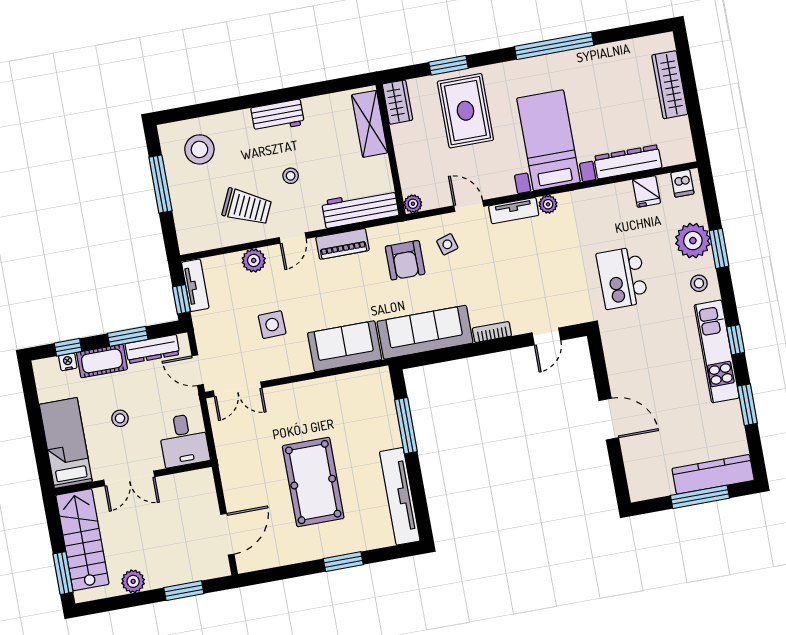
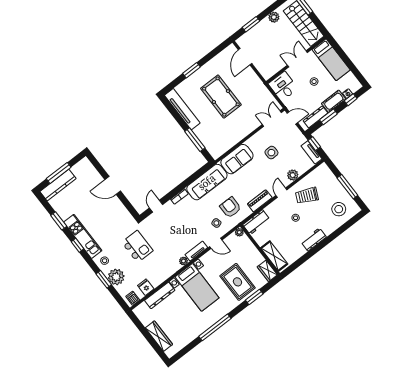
workbench: (360, 208) -> (256, 222), width x0.73

